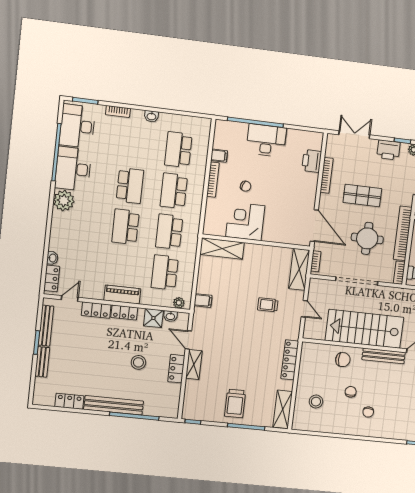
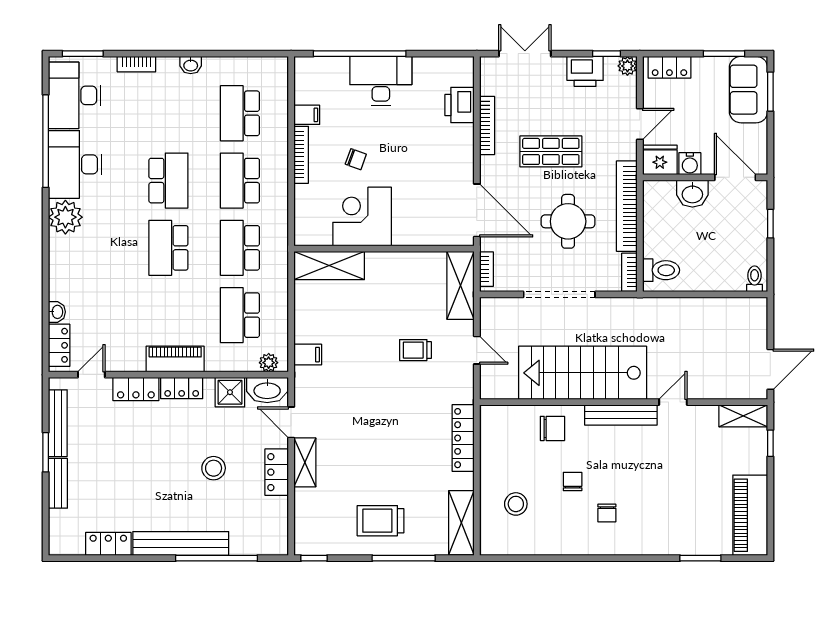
washbasin: (170, 316) -> (267, 390), width x1.91, depth x1.45
trolley: (235, 404) -> (381, 521), turned 90

